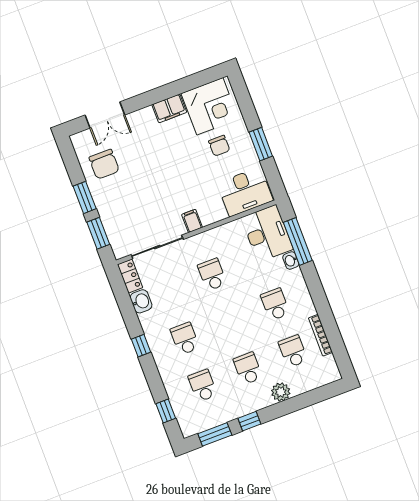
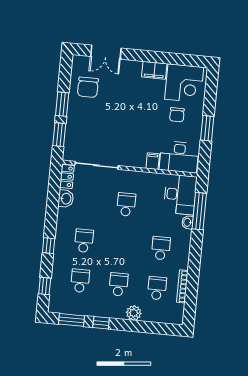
filing cabinet: (192, 221) -> (153, 161), moved
window: (141, 346) -> (49, 246), moved

